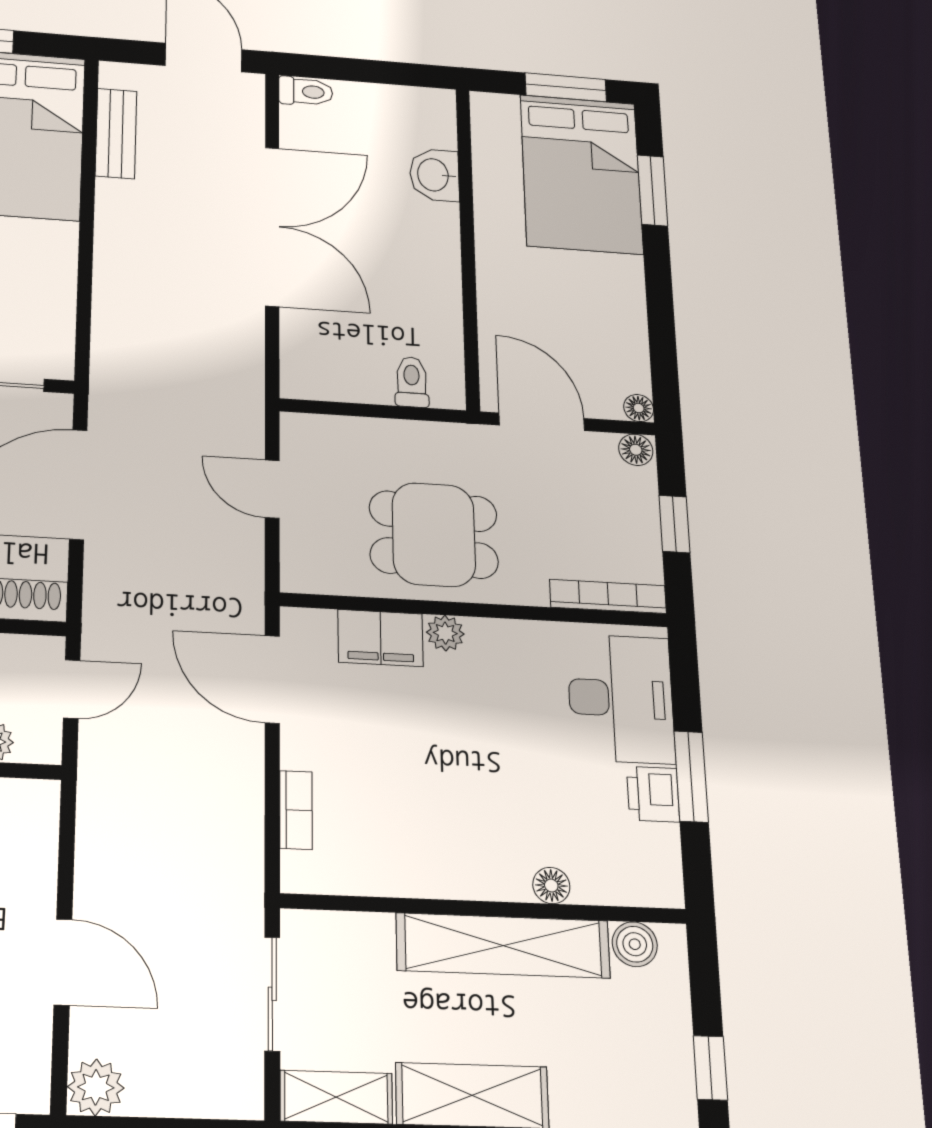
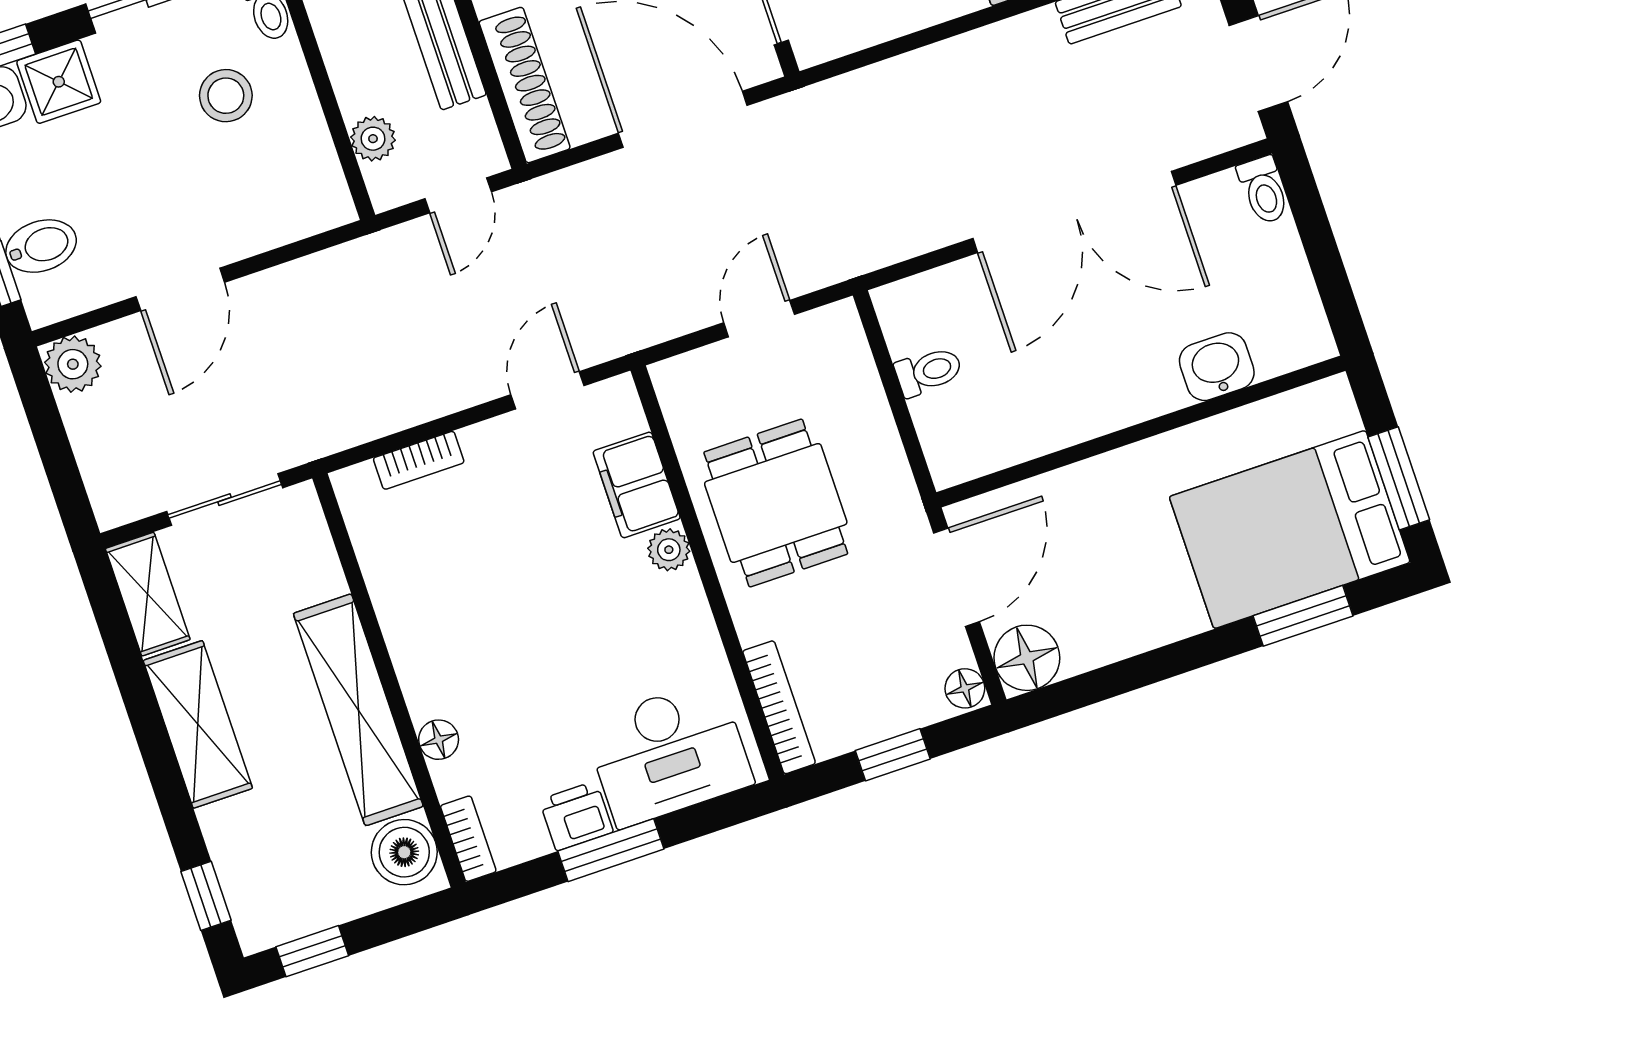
toilet: (412, 382) -> (929, 371), moved
floor lamp: (639, 408) -> (1027, 658), width x1.89, depth x1.89
door: (272, 679) -> (548, 390), width x0.73
door: (72, 689) -> (458, 195), hinge flipped
bookcase: (647, 893) -> (468, 839), added
boiler: (635, 944) -> (404, 852), width x1.36, depth x1.36

